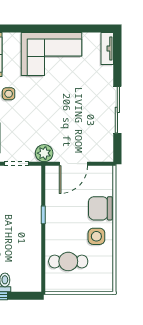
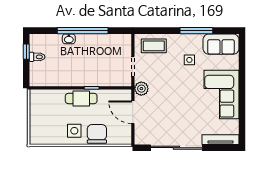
tv unit: (107, 49) -> (221, 140), width x1.41
sliding door: (117, 110) -> (176, 148), width x1.36
cafe table: (68, 261) -> (81, 98), moved, turned 90

